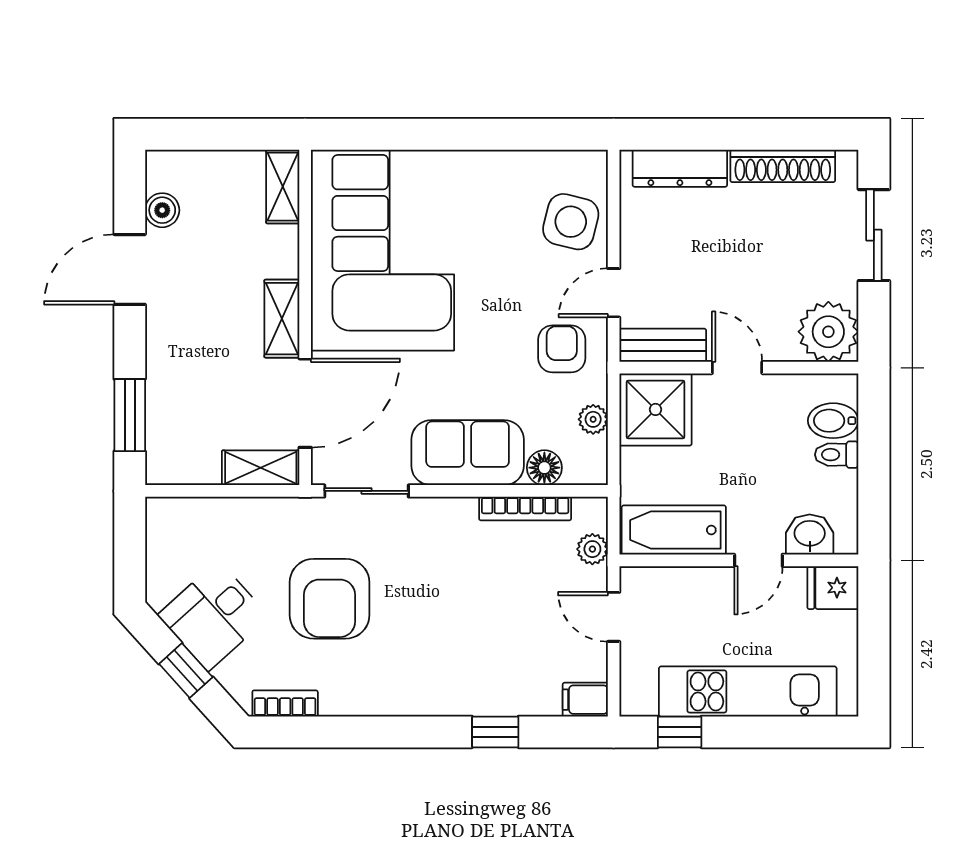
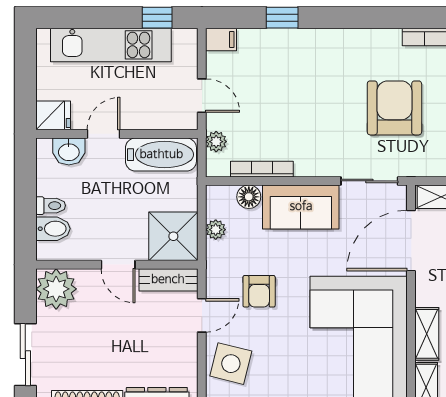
shelving: (282, 319) -> (427, 334), moved
armchair: (562, 349) -> (259, 291), moved

